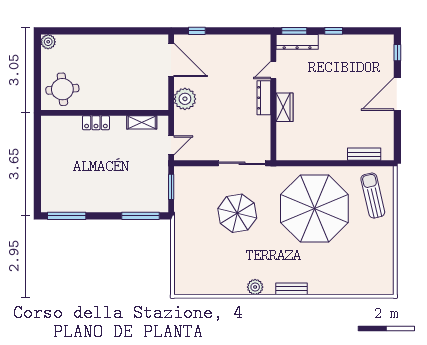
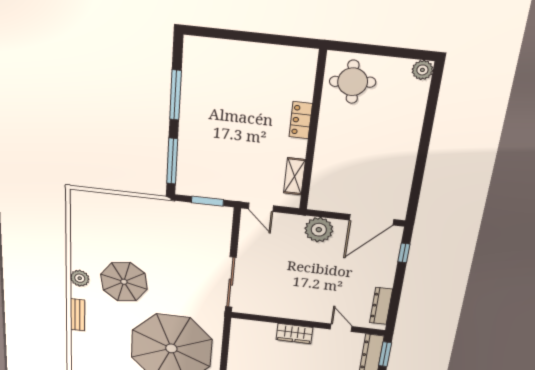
dresser: (264, 98) -> (381, 306), moved, turned -90
parasol: (237, 213) -> (124, 282), moved
window: (67, 216) -> (175, 95), moved

